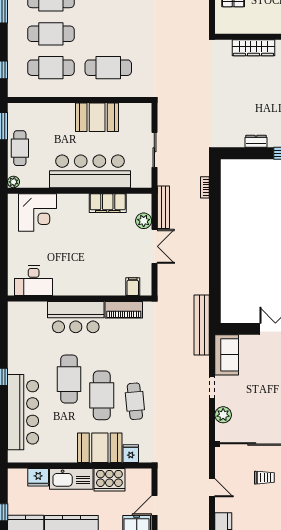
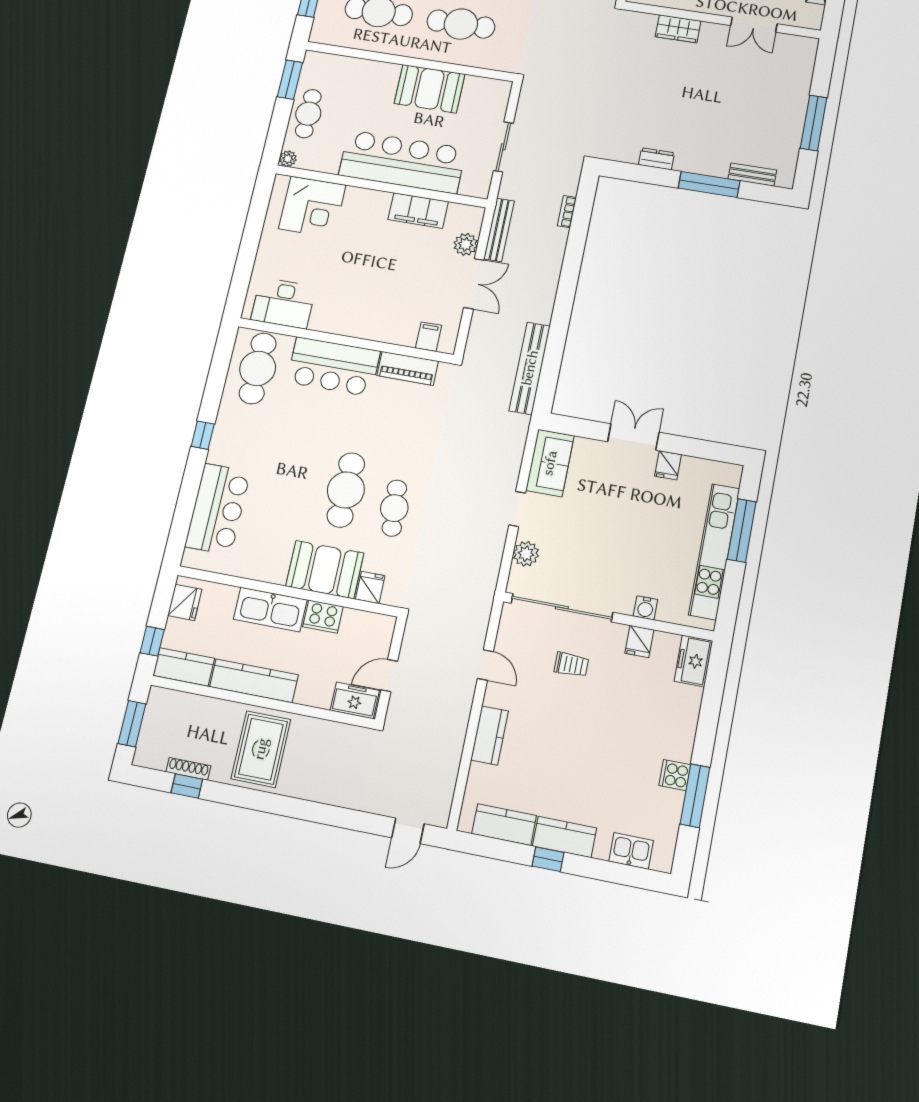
wardrobe: (253, 48) -> (678, 29), width x0.67
bench: (202, 325) -> (530, 368), moved
cafe table: (69, 379) -> (258, 368), moved
bar counter: (23, 412) -> (218, 509), width x0.73
fridge: (38, 477) -> (185, 602), moved, turned -90
cooker: (109, 480) -> (323, 617), width x0.73, depth x0.76

